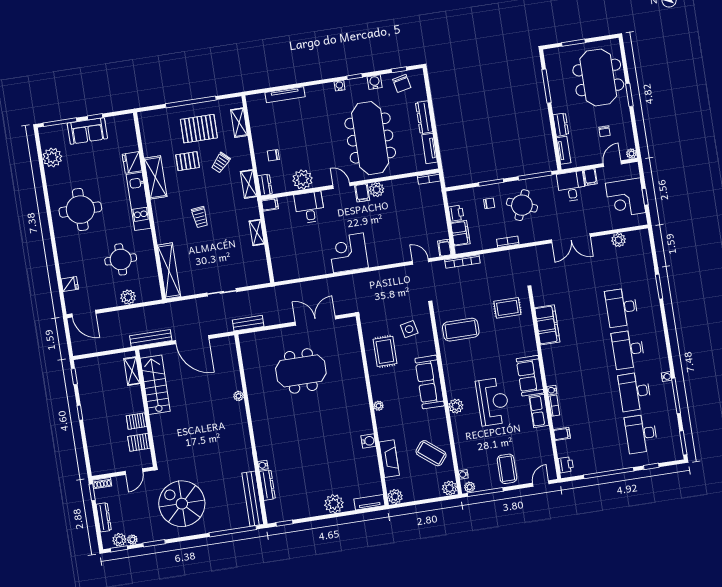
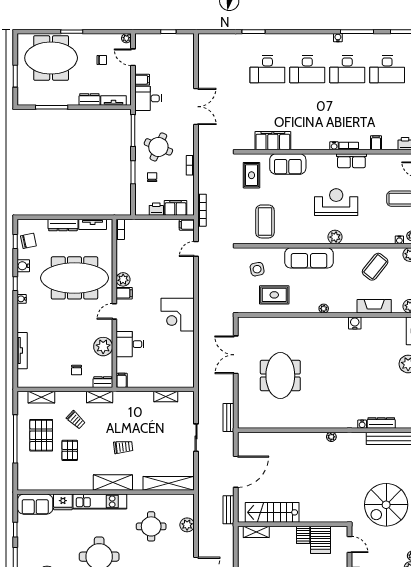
sofa: (87, 131) -> (35, 504), moved, turned 90
shelving: (155, 177) -> (113, 482), moved
corner desk: (625, 198) -> (166, 50), removed
shelving: (257, 233) -> (166, 397), moved
plant: (619, 240) -> (205, 62), removed
bench: (151, 338) -> (228, 510), width x0.73
sofa: (530, 376) -> (288, 164), moved
plant: (239, 396) -> (331, 437), moved
server rack: (139, 442) -> (321, 540), width x1.36, depth x1.44

